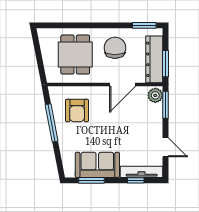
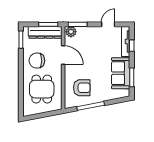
dining table: (75, 55) -> (42, 89), turned 90

